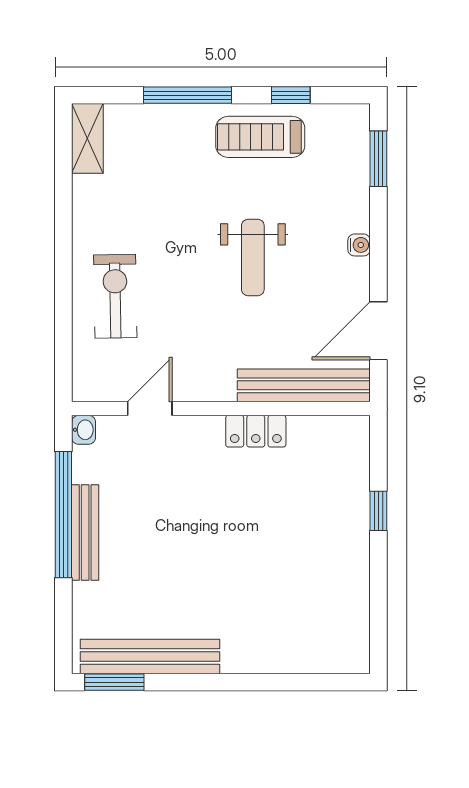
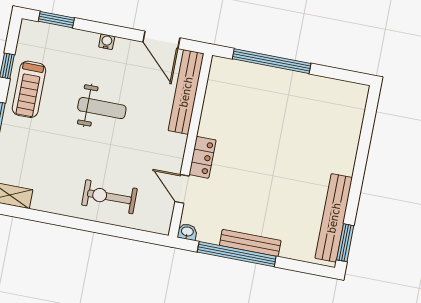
locker: (256, 431) -> (202, 157), moved
window: (378, 511) -> (272, 61), width x3.17

